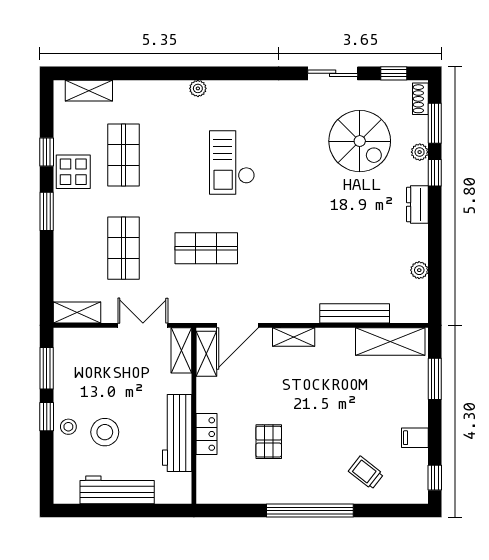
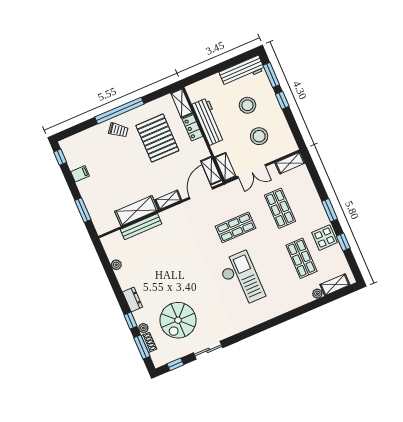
plant: (198, 88) -> (317, 294), moved
shoe rack: (420, 99) -> (149, 342), moved
spiral stairs: (360, 141) -> (178, 320), turned -90
checkout: (232, 163) -> (242, 279), width x1.36, depth x1.21
shelving: (390, 341) -> (136, 211), moved
window: (47, 368) -> (271, 75), moved
stool: (68, 427) -> (259, 136), moved, width x1.89, depth x1.89
pallet: (269, 442) -> (157, 138), width x2.05, depth x2.00
trolley: (366, 473) -> (118, 130), moved
shelving: (207, 480) -> (182, 103), added
workbench: (117, 490) -> (242, 71), moved

